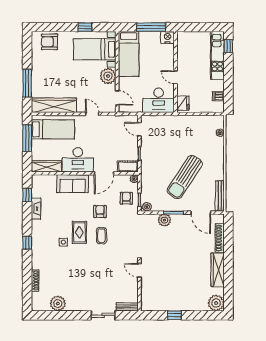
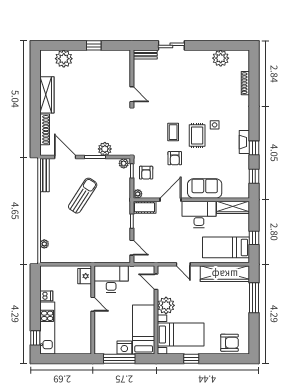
nightstand: (168, 37) -> (124, 347), moved
dishwasher: (218, 96) -> (46, 296), moved
window: (27, 138) -> (254, 238), width x0.46
sun lounger: (185, 177) -> (83, 196), width x0.73, depth x0.75
fireplace: (36, 209) -> (244, 142), moved
window: (27, 243) -> (254, 148), moved
plant: (216, 303) -> (64, 59), moved

